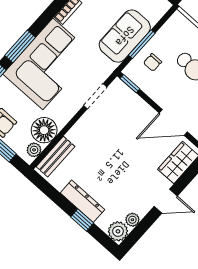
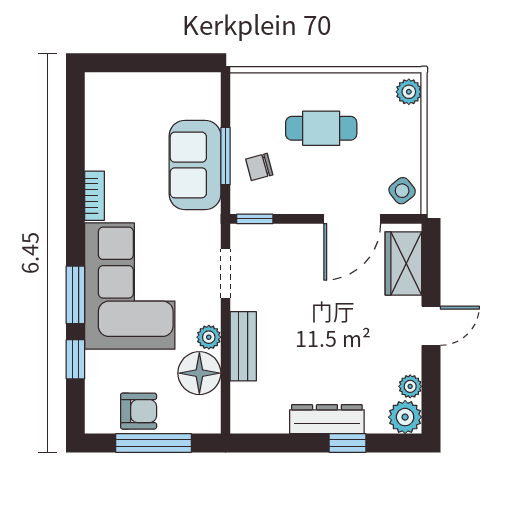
chair: (153, 62) -> (259, 167), turned 75
plant: (34, 150) -> (209, 337), moved
bench: (56, 157) -> (243, 346), moved

